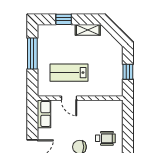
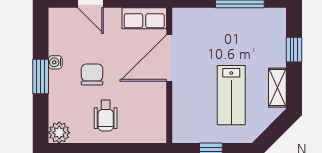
lab bench: (69, 73) -> (231, 95), moved, turned 180
door: (69, 98) -> (169, 58), width x1.88

